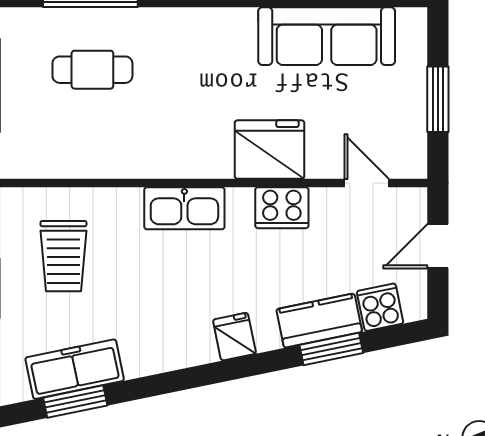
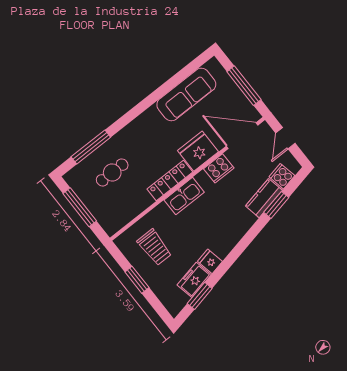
window: (438, 99) -> (244, 86), width x1.44
locker: (181, 162) -> (170, 180), added
door: (367, 183) -> (242, 136), width x1.87
fridge: (234, 337) -> (210, 261), moved
freezer: (75, 369) -> (194, 280), width x0.71

